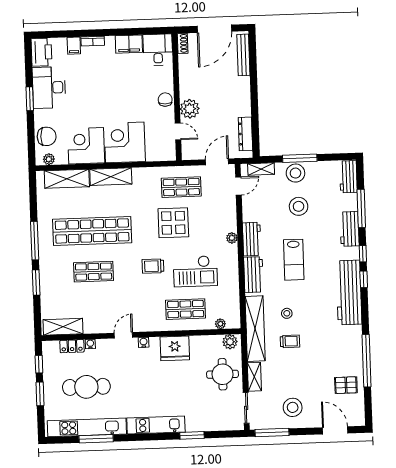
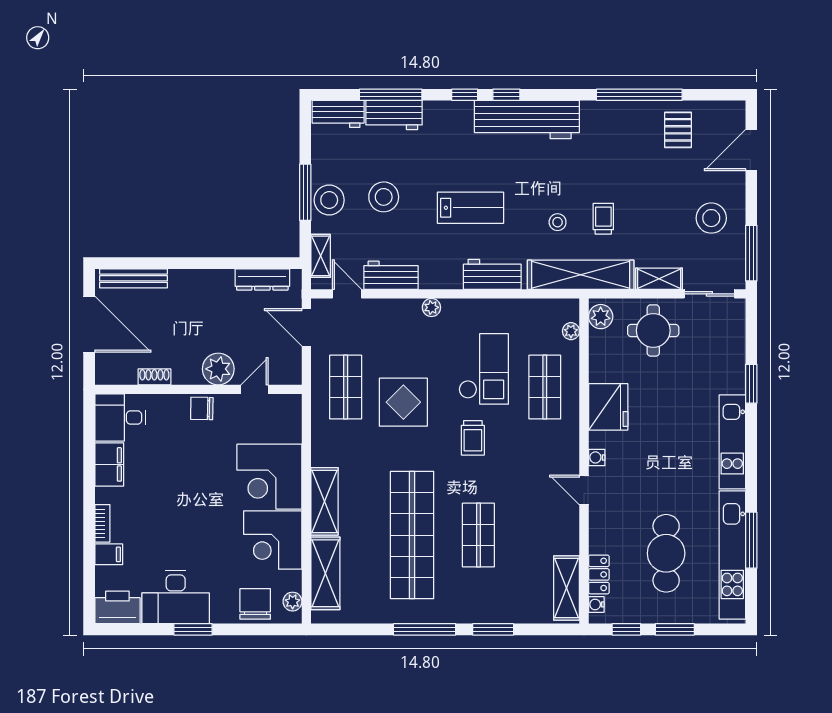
shoe rack: (183, 43) -> (154, 377), moved
workbench: (350, 229) -> (394, 115), moved
workbench: (252, 239) -> (391, 275), moved
water cooler: (90, 344) -> (596, 604), moved

